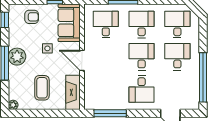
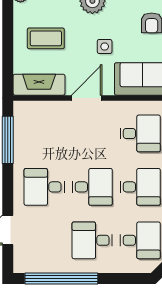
desk: (177, 57) -> (92, 240), turned 180

